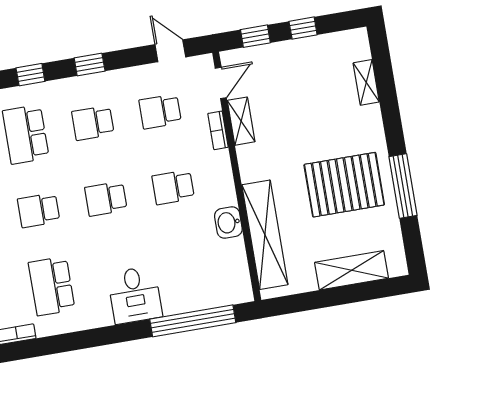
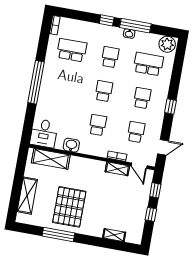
window: (30, 75) -> (176, 77), removed
shelving: (265, 235) -> (51, 159), width x0.68
desk: (135, 295) -> (44, 133), moved, turned -90
window: (193, 321) -> (36, 82), moved

